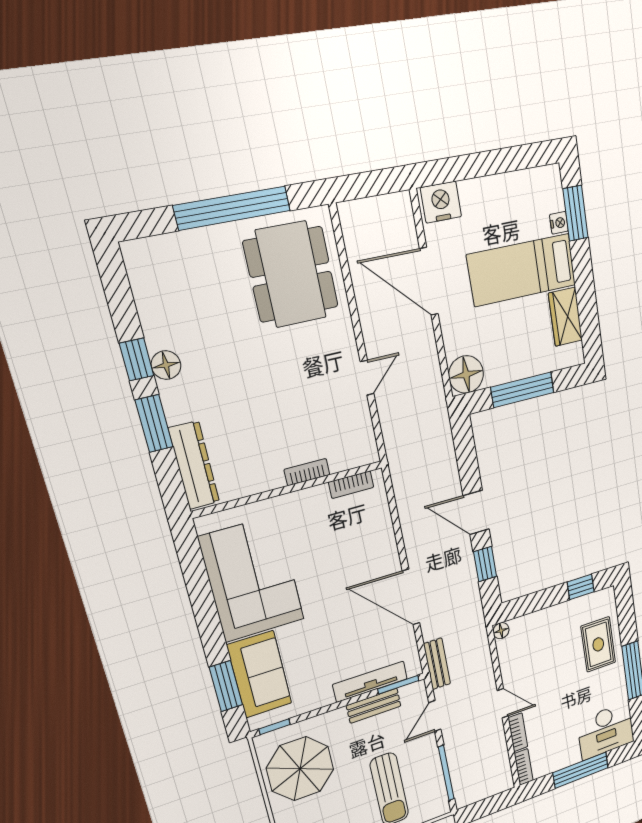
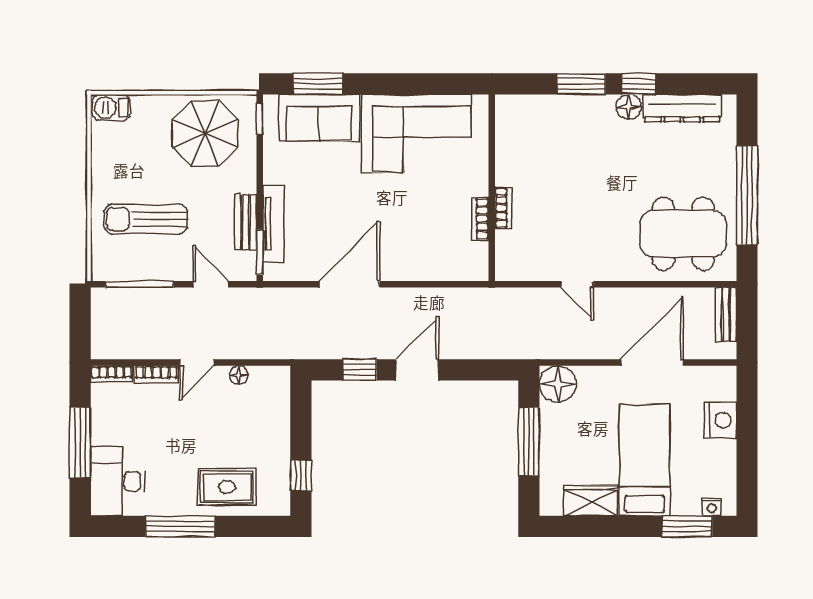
nightstand: (441, 202) -> (720, 420), moved
nightstand: (559, 223) -> (712, 507), moved
dresser: (194, 465) -> (682, 108), moved
bookcase: (351, 485) -> (480, 219), moved
floor lamp: (501, 631) -> (239, 375), moved
bench: (437, 664) -> (726, 315), moved, turned 90

